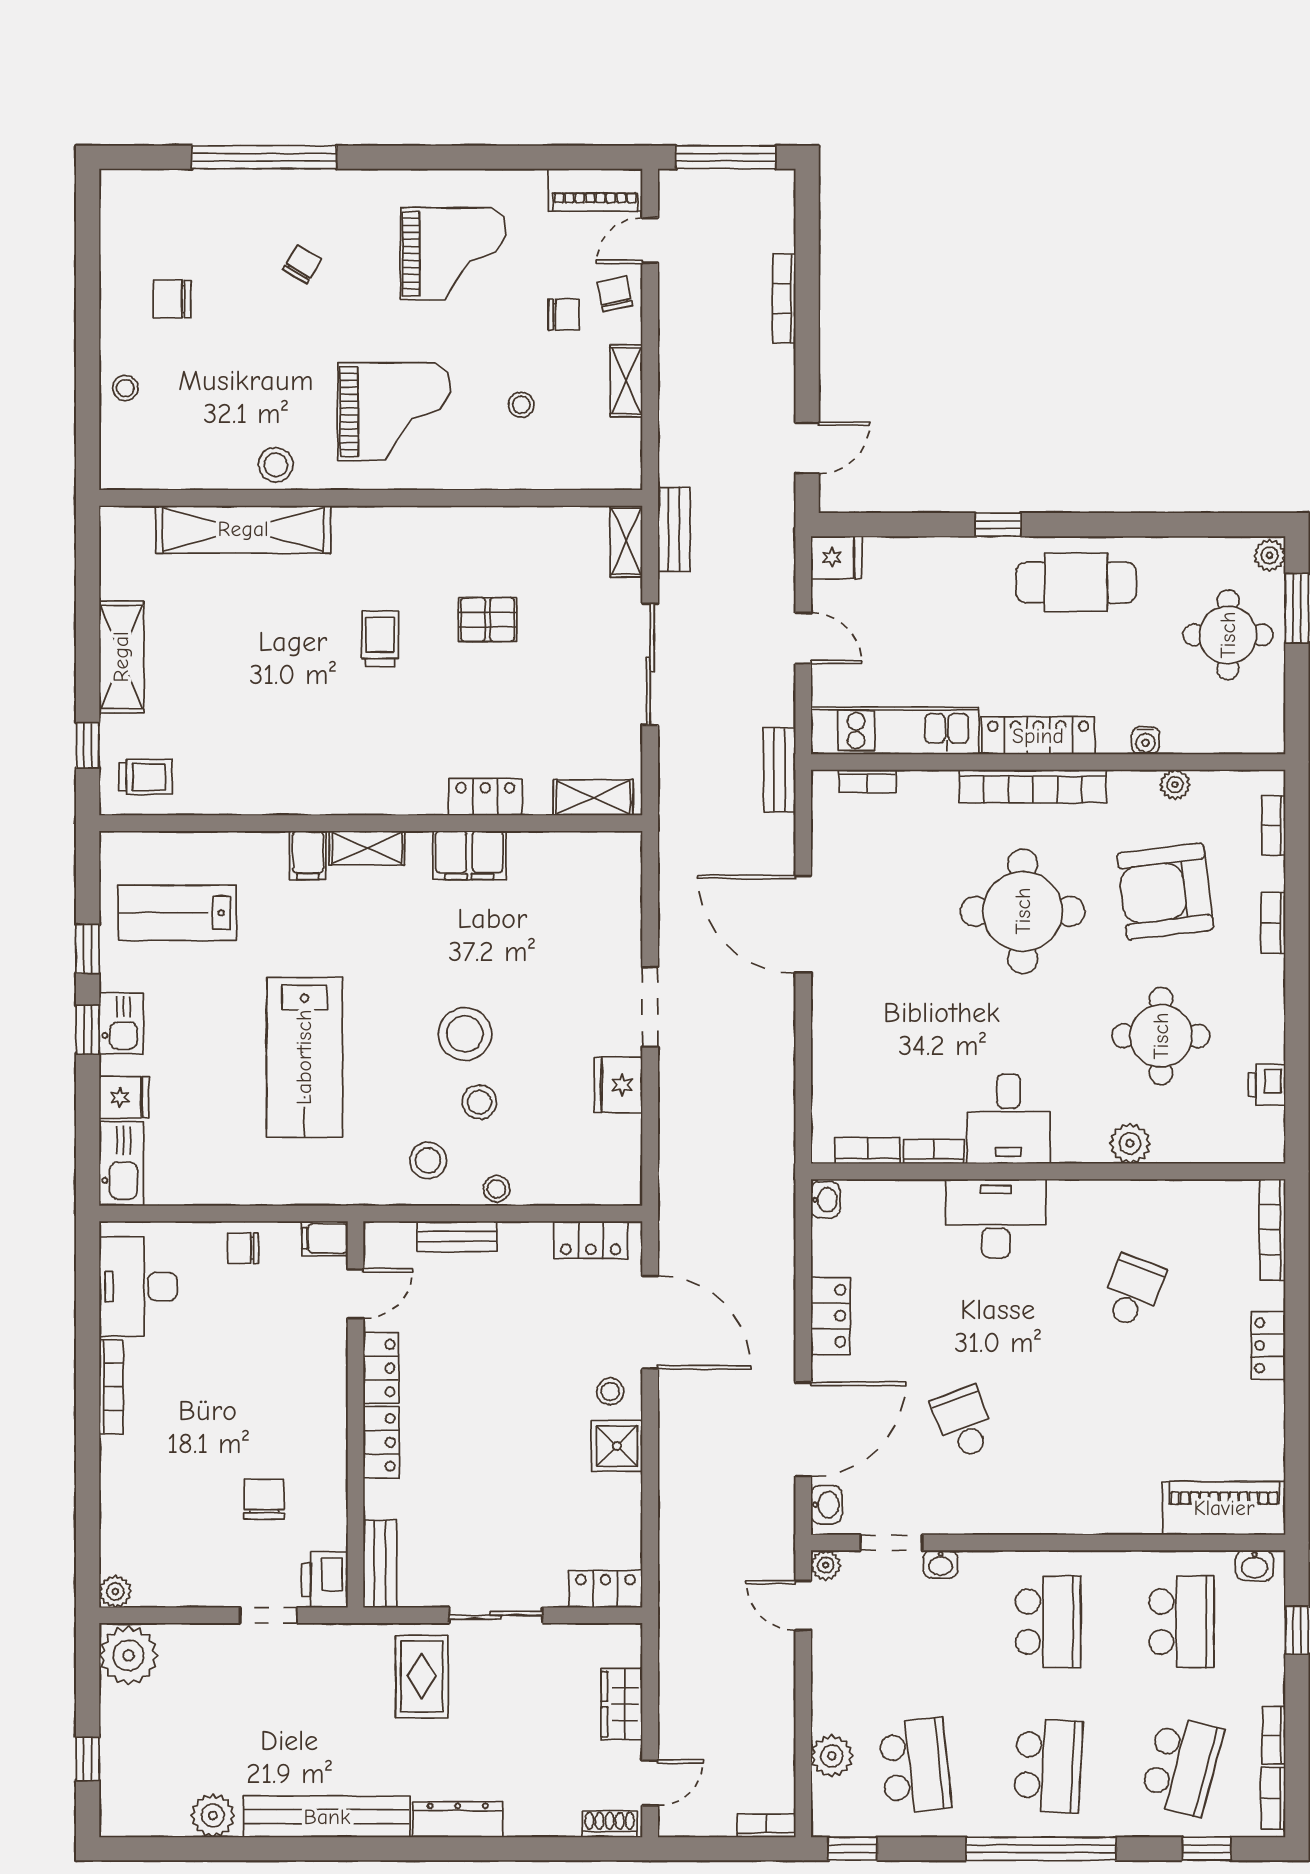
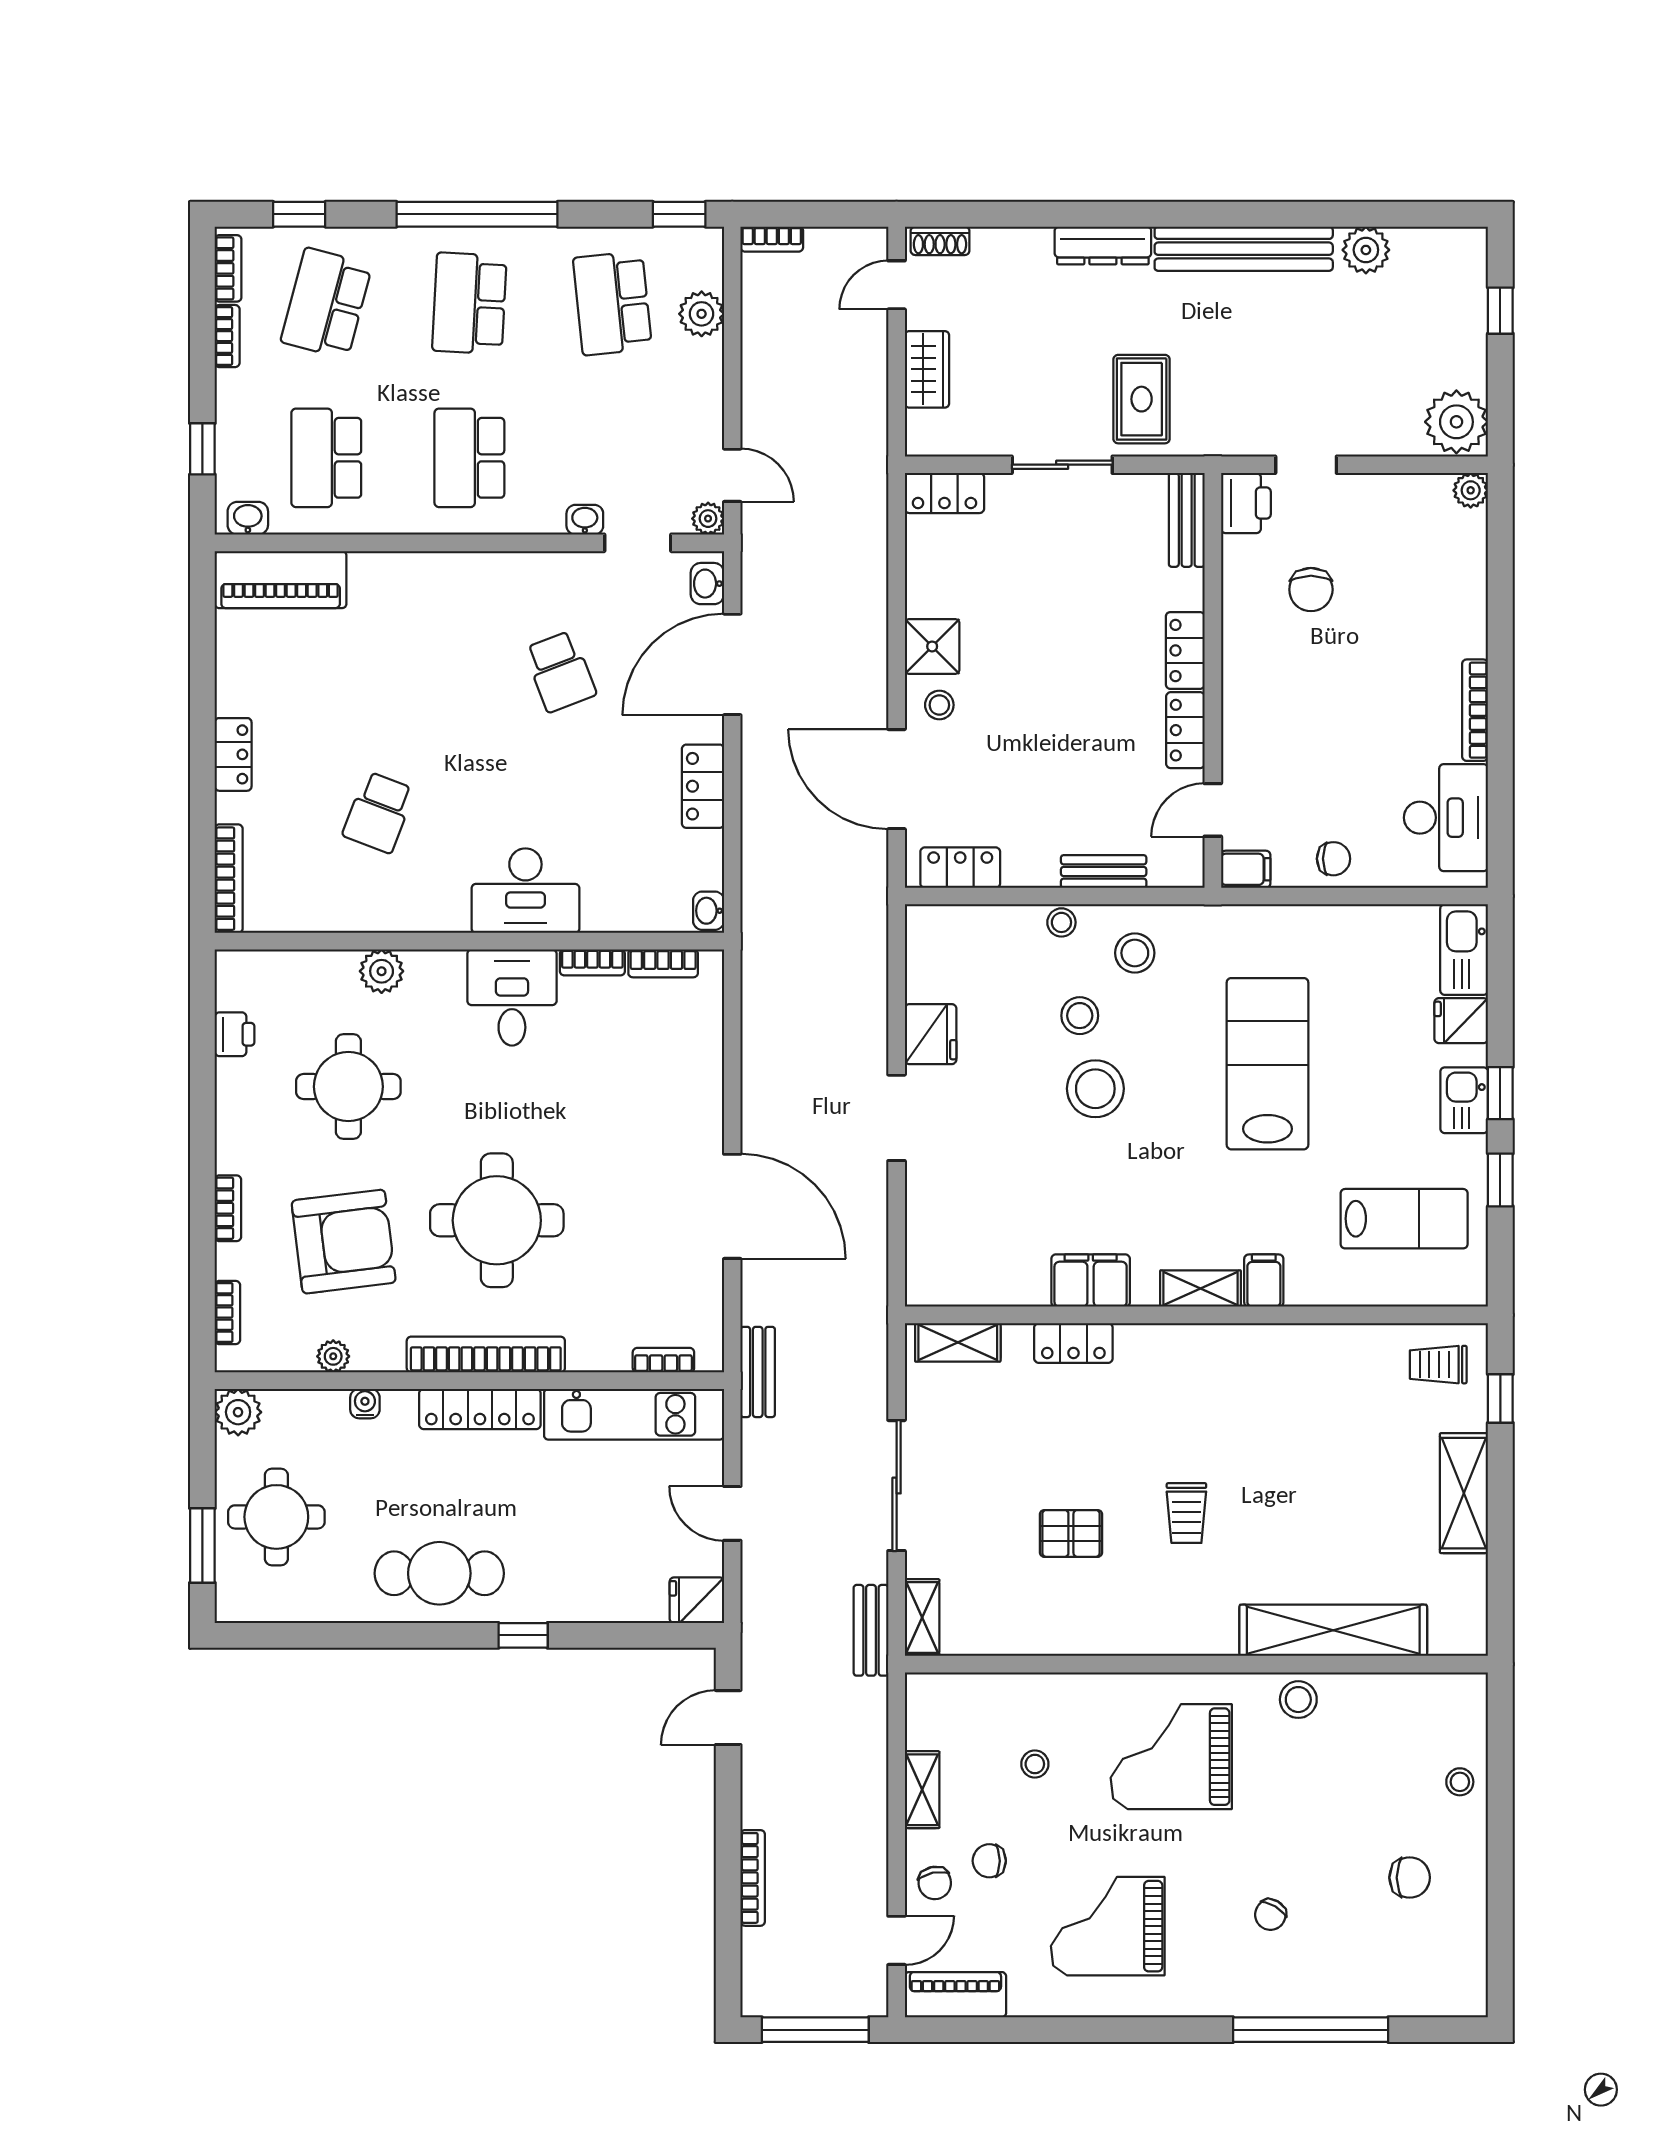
plant: (1270, 555) -> (238, 1412), moved, width x1.38, depth x1.38

